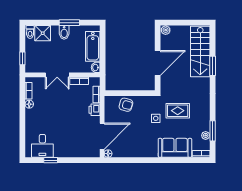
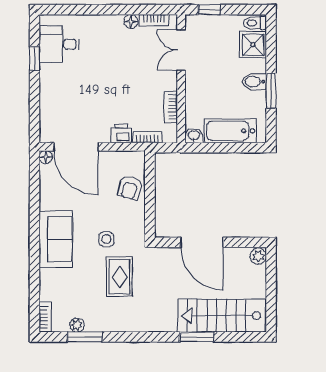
double door: (57, 75) -> (181, 50), moved
sofa: (175, 148) -> (56, 239), moved

